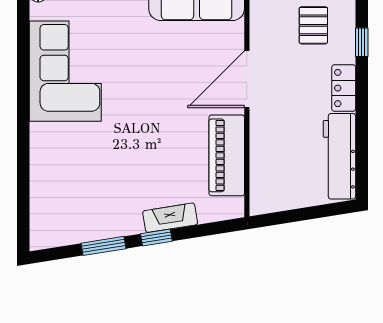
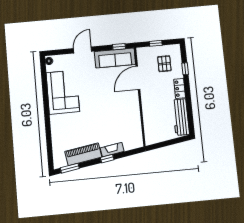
door: (247, 79) -> (138, 78), moved
piano: (227, 155) -> (83, 154), moved, turned 81
window: (104, 246) -> (70, 168), moved

